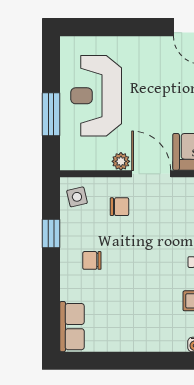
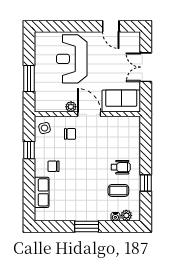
reception desk: (96, 96) -> (72, 59), moved
row of seats: (72, 327) -> (42, 192), moved
window: (147, 361) -> (87, 226), added

